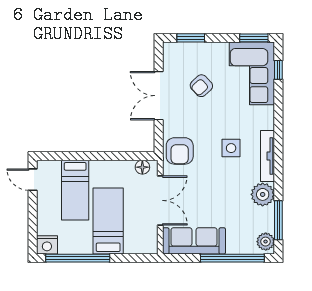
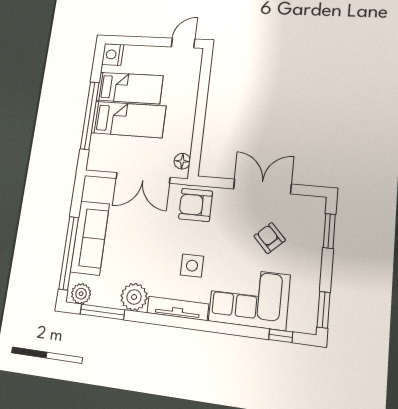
corner sofa: (252, 73) -> (249, 298), moved
bed: (75, 190) -> (129, 88), moved, turned 180
sofa: (194, 241) -> (90, 238), moved
window: (78, 258) -> (90, 115), moved

